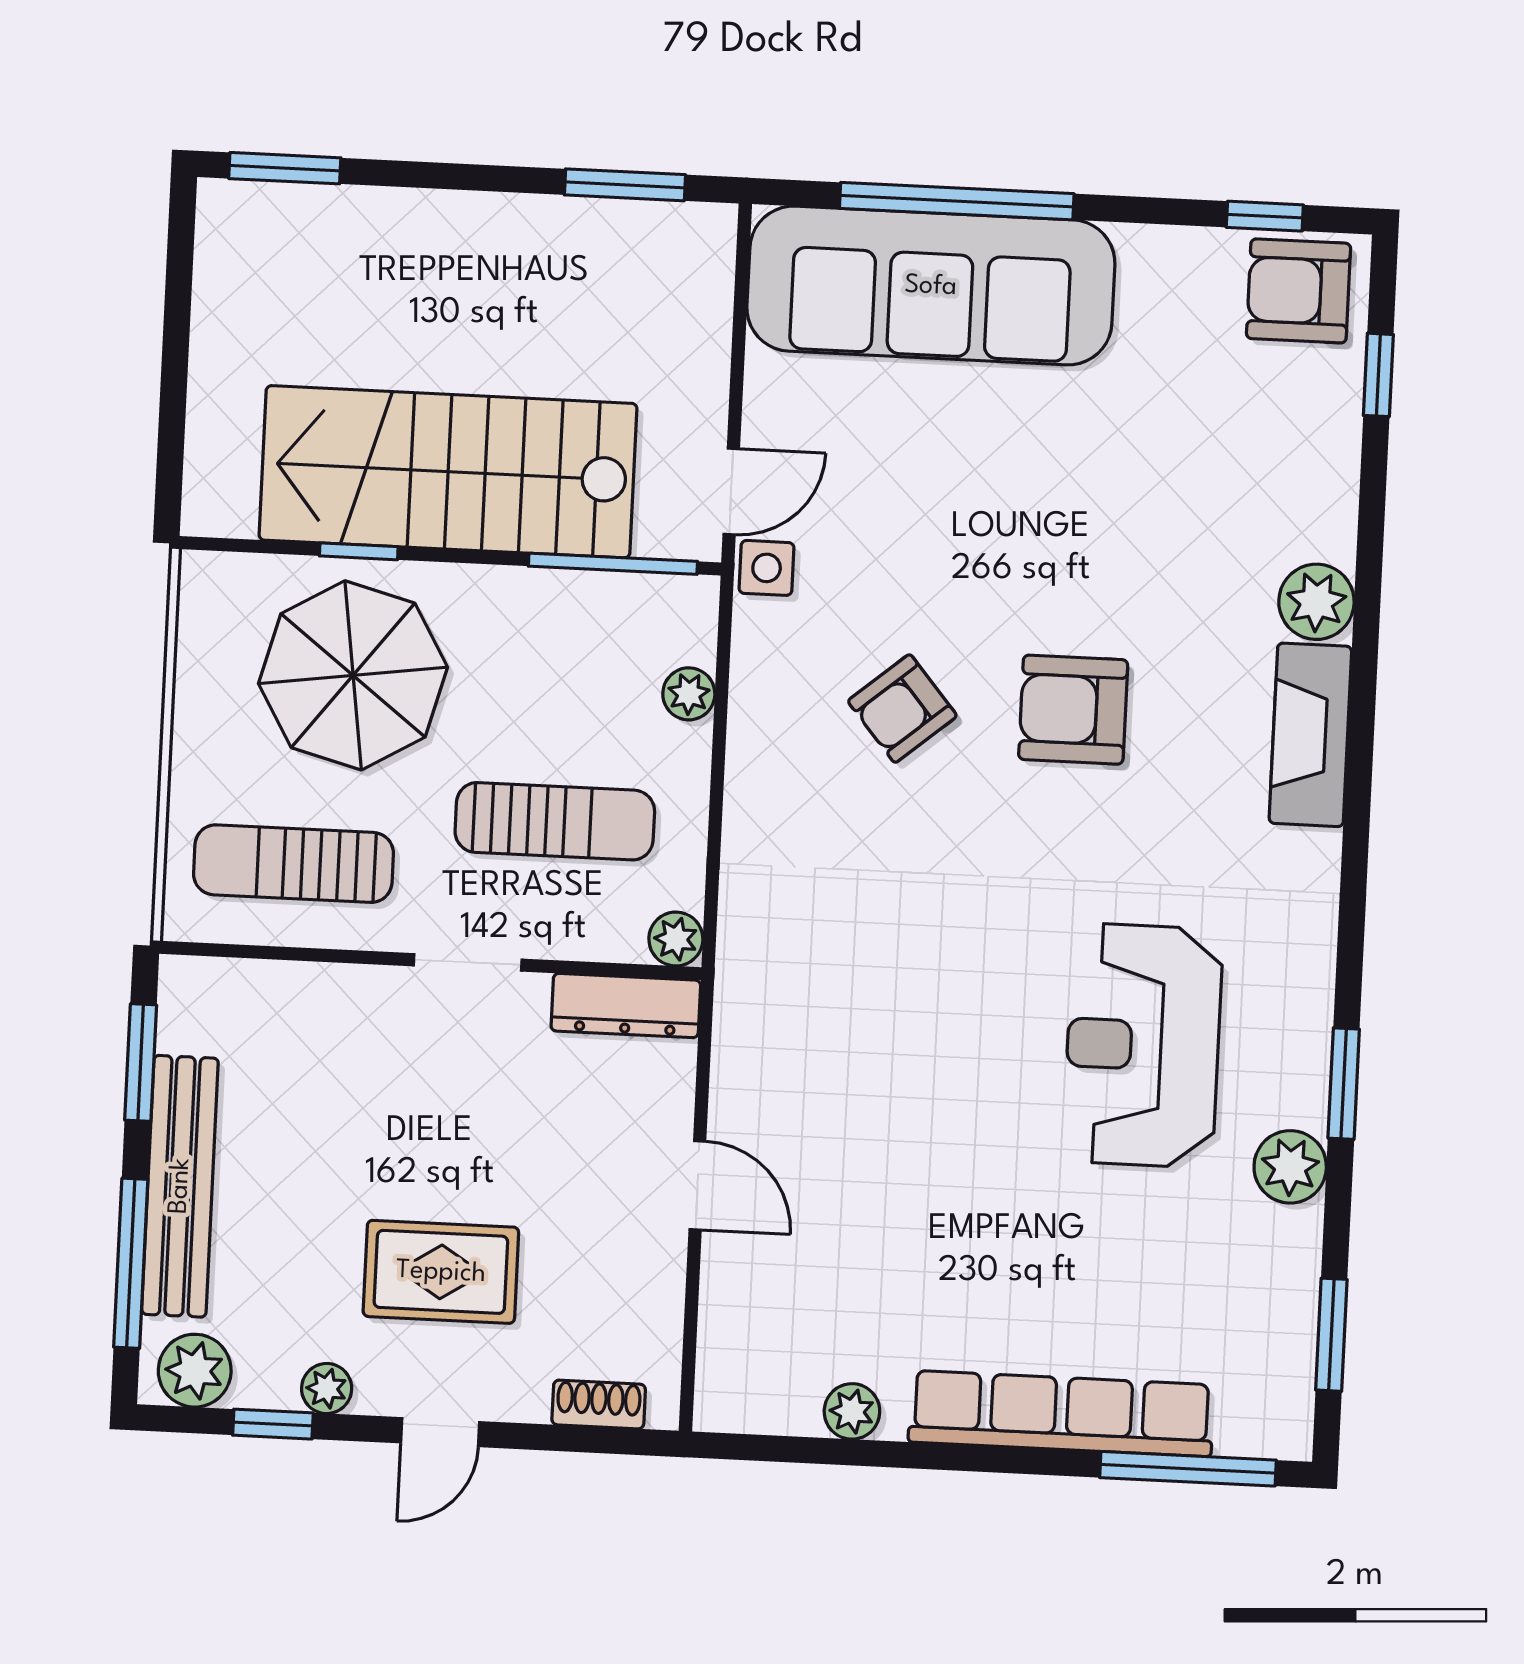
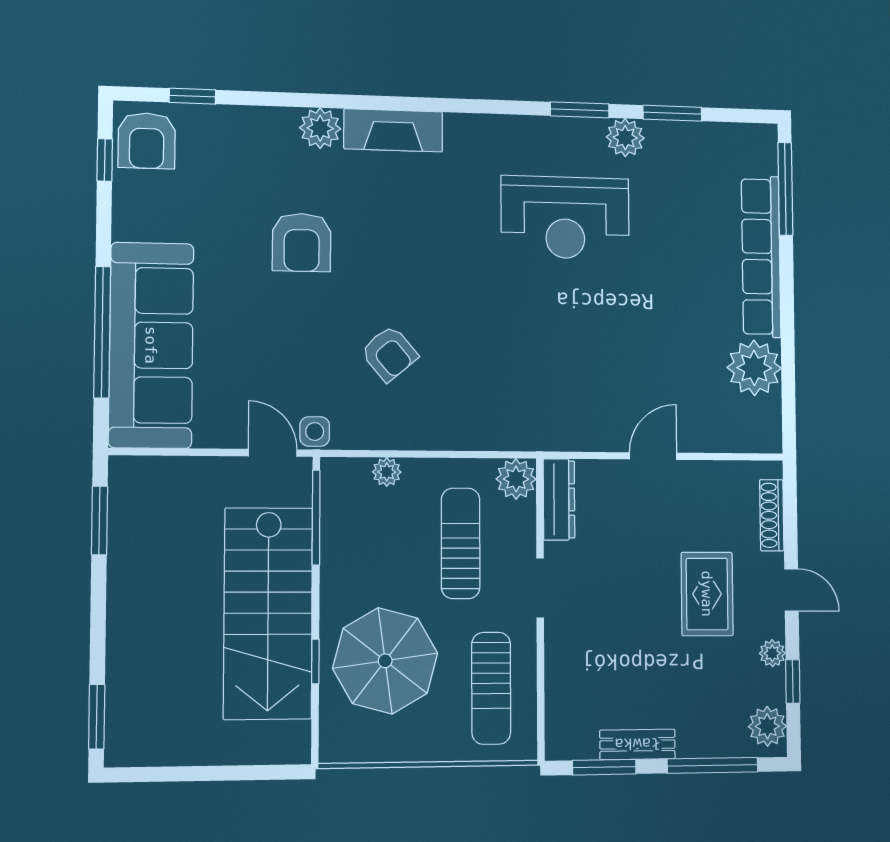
armchair: (1073, 710) -> (302, 242), moved
plant: (676, 939) -> (516, 479), width x1.38, depth x1.38
bench: (180, 1186) -> (637, 744), width x0.54, depth x0.82
window: (1331, 1335) -> (672, 113), moved
shoe rack: (599, 1404) -> (772, 515), width x1.43
plant: (852, 1411) -> (754, 368), width x1.88, depth x1.88

